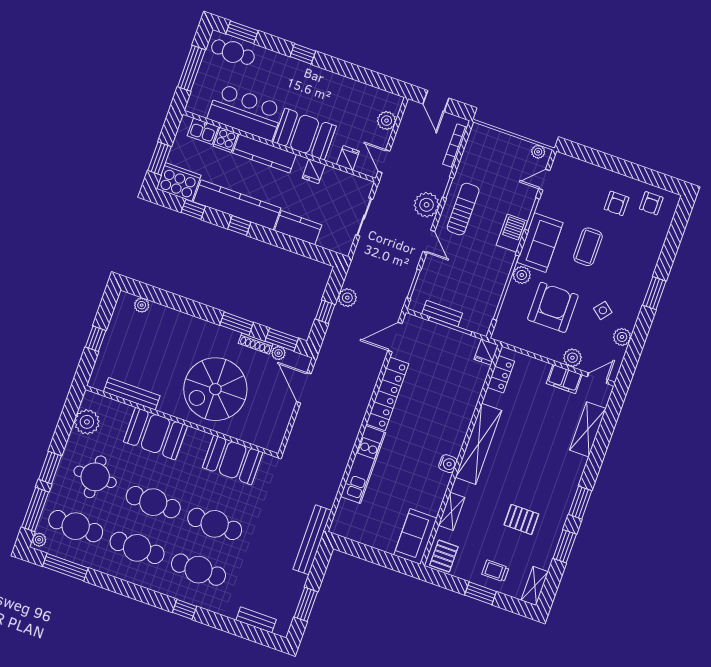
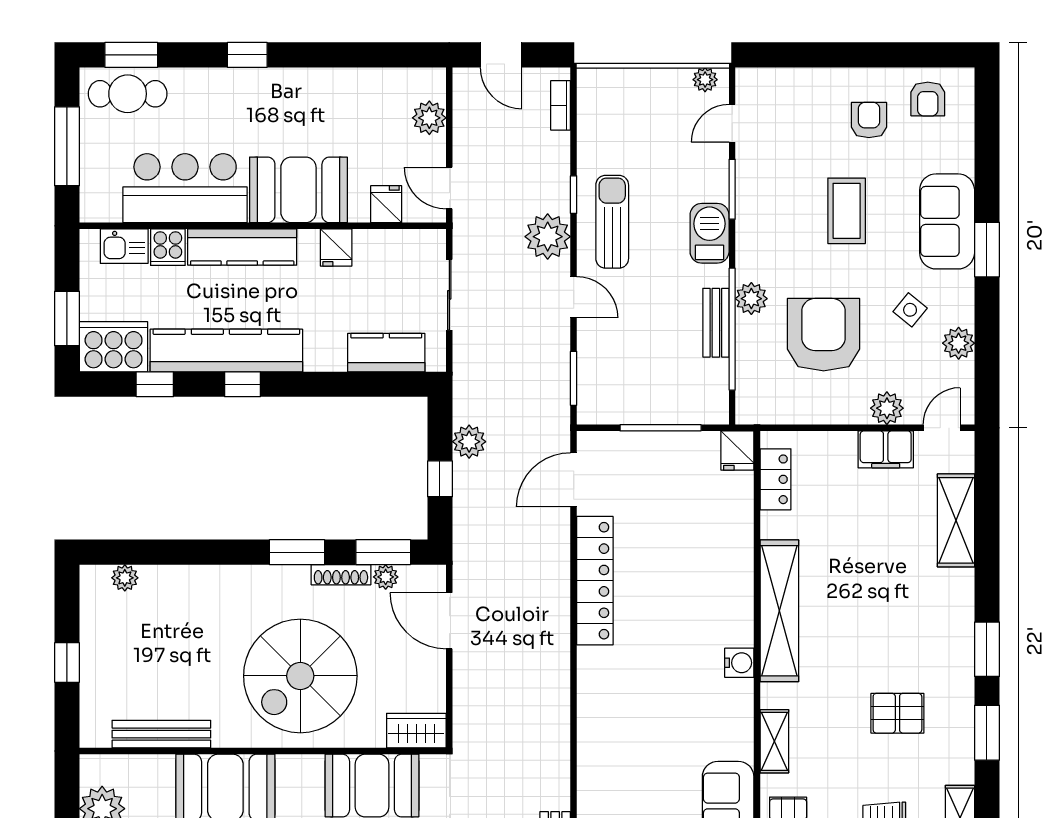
bookcase: (455, 146) -> (561, 105), width x0.64
armchair: (617, 203) -> (869, 120), turned 180
kitchen counter: (298, 228) -> (386, 353), moved
sofa: (540, 243) -> (947, 221), moved, turned 180
bench: (442, 314) -> (716, 323), moved, turned 90
wardrobe: (266, 439) -> (416, 731), added
kitchen unit: (363, 465) -> (596, 715), removed

